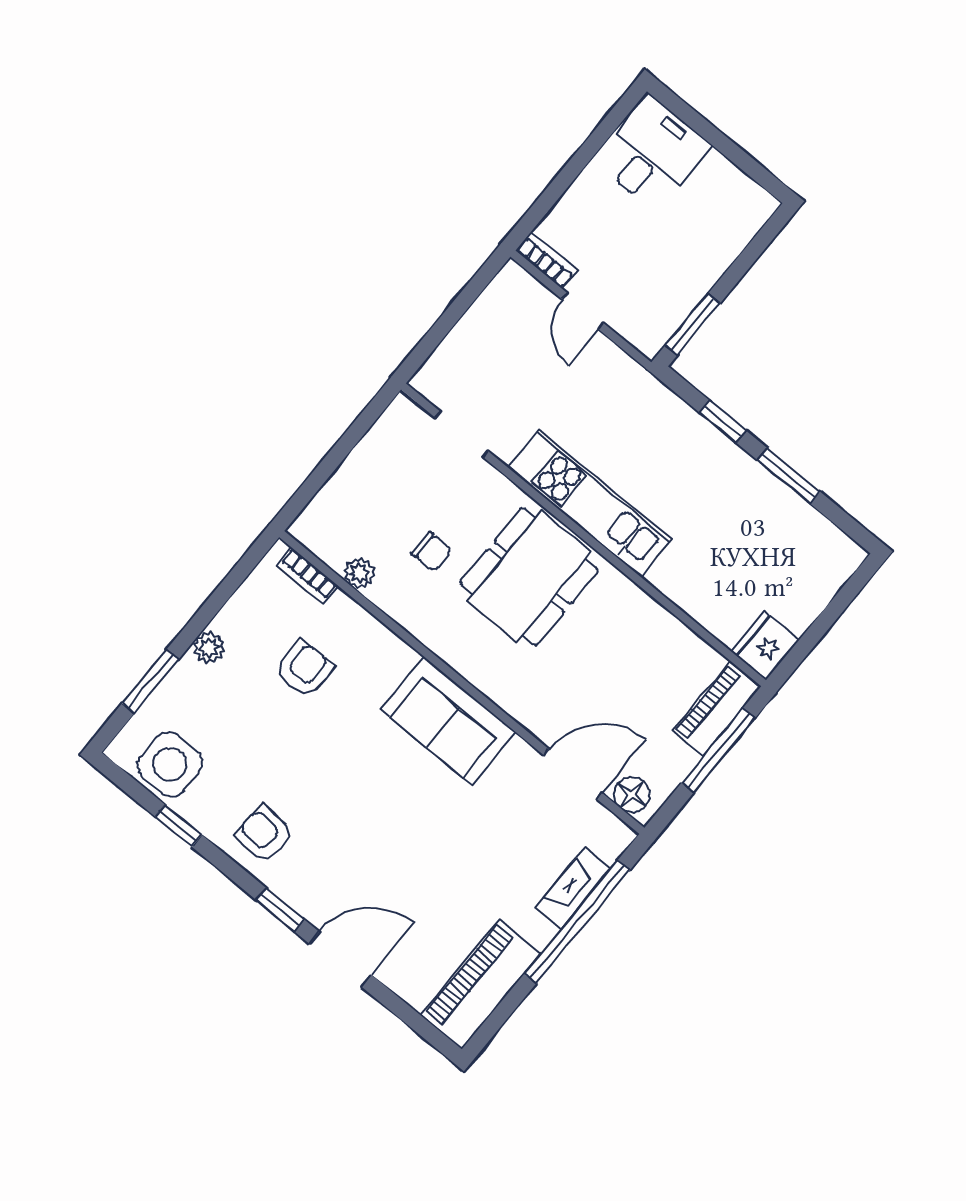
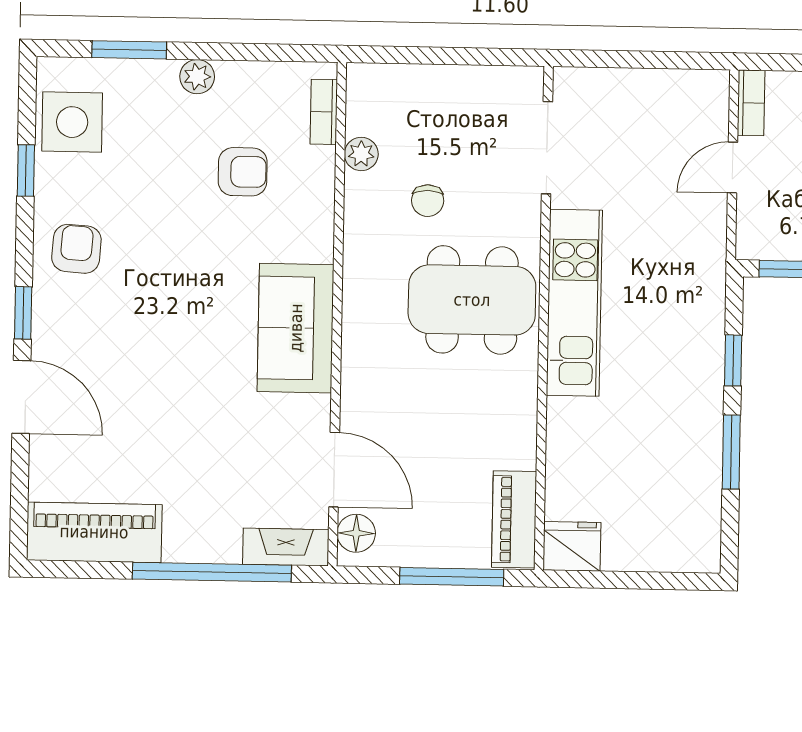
doorway: (462, 434) -> (547, 148), width x1.38
piano: (716, 709) -> (514, 519), moved, turned -90
fireplace: (573, 888) -> (286, 547), moved

